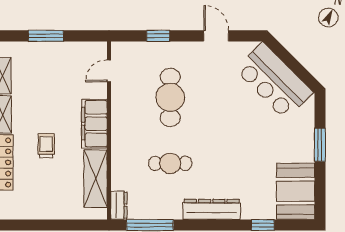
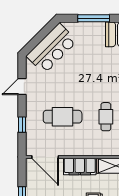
door: (109, 71) -> (45, 157), width x1.88
window: (320, 145) -> (94, 18), width x1.44

